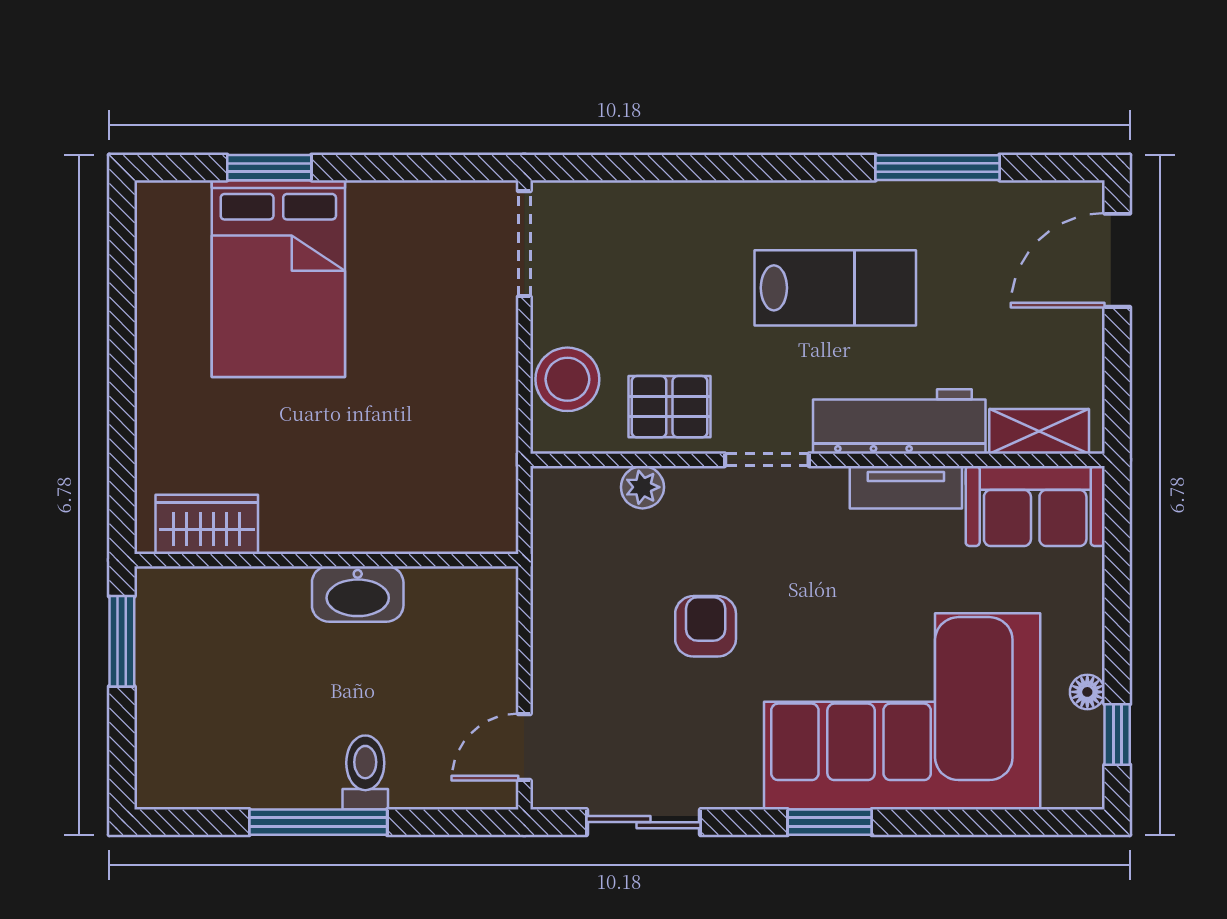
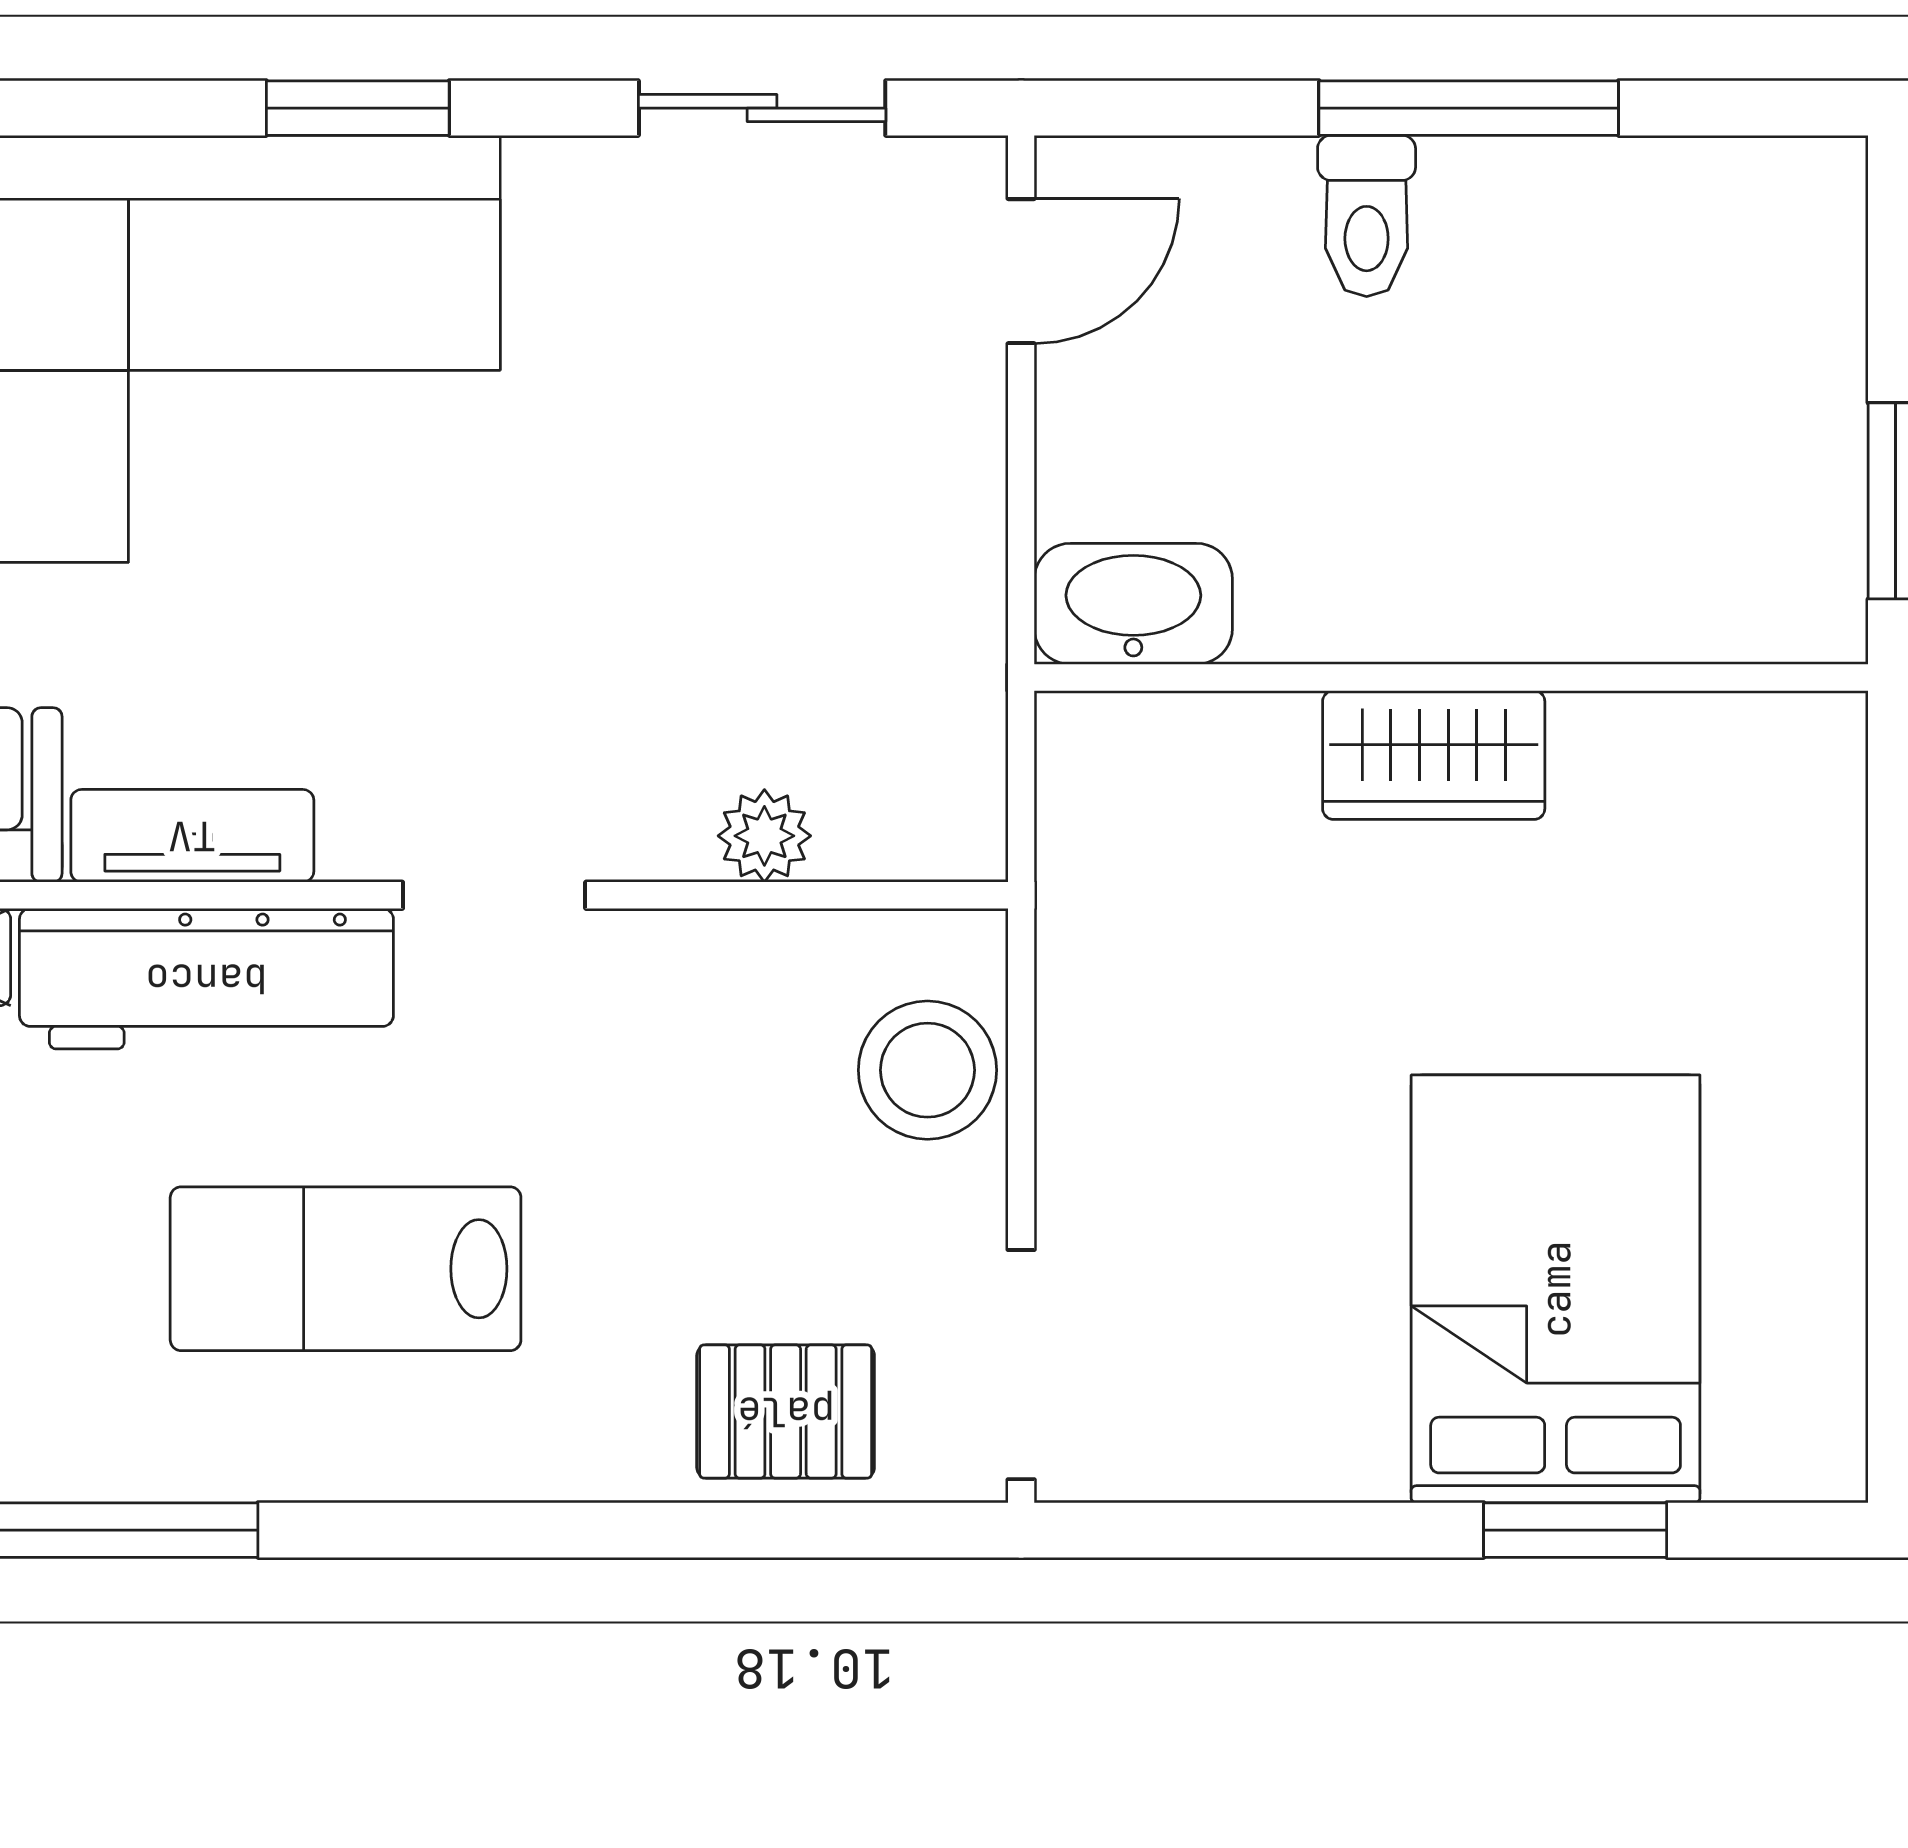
pallet: (669, 407) -> (786, 1412), moved
wardrobe: (207, 524) -> (1434, 755), moved
washbasin: (358, 594) -> (1133, 604), moved
armchair: (706, 626) -> (627, 534), removed

